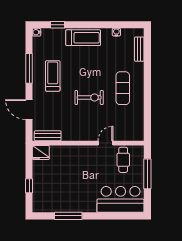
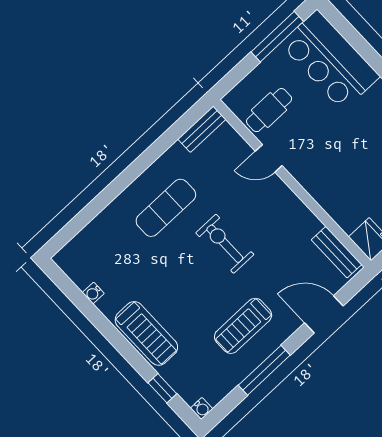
treadmill: (83, 38) -> (146, 333), turned 180
bench: (139, 49) -> (202, 129), moved
door: (29, 110) -> (324, 314), swing flipped
window: (147, 174) -> (277, 37), moved

